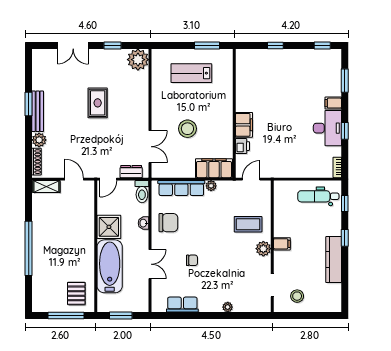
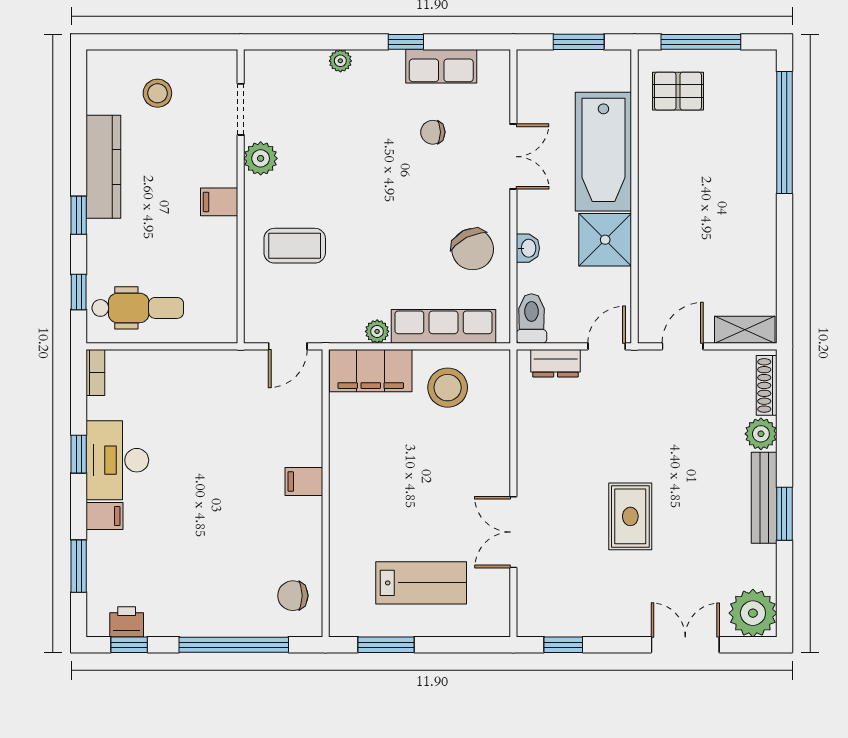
window: (112, 45) -> (563, 645), moved
window: (275, 45) -> (234, 645), width x3.17
plant: (138, 60) -> (753, 613), moved
chair: (249, 67) -> (293, 596), added
filing cabinet: (244, 125) -> (304, 481), width x0.50
stool: (187, 129) -> (448, 388), moved
printer: (242, 146) -> (127, 622), moved, turned 90
double door: (150, 147) -> (513, 532), moved
door: (74, 179) -> (683, 346), swing flipped
chair: (168, 223) -> (473, 249), turned -117
window: (29, 248) -> (784, 133), moved
plant: (263, 249) -> (261, 158), moved
chair: (192, 260) -> (433, 132), moved
double door: (150, 264) -> (513, 157), swing flipped
pallet: (76, 293) -> (678, 91), turned 90
stool: (297, 296) -> (157, 93), moved
window: (198, 316) -> (406, 42), added

